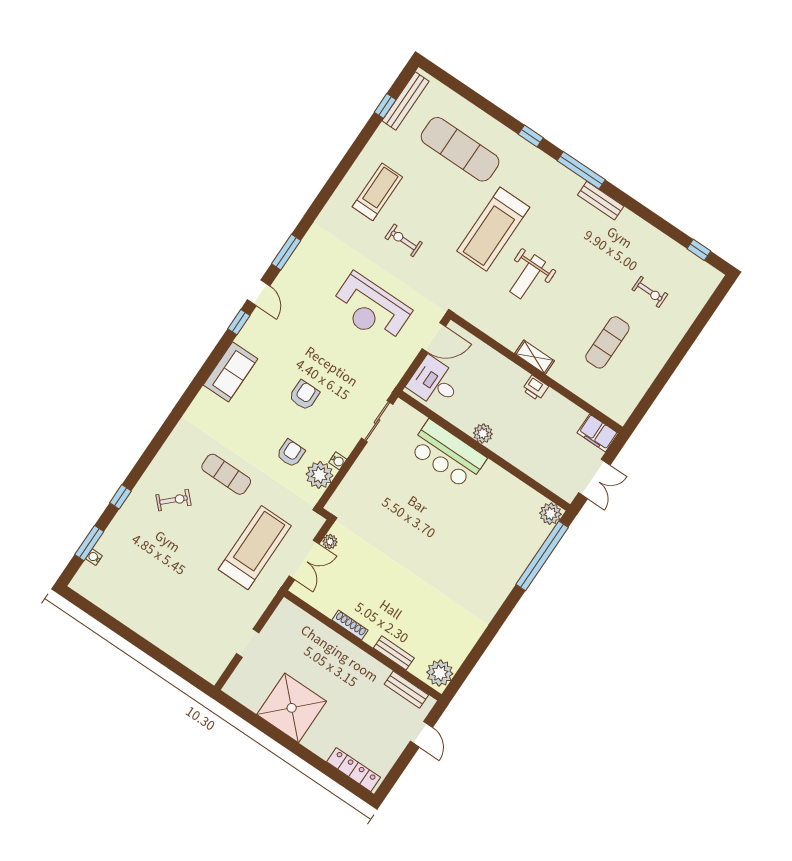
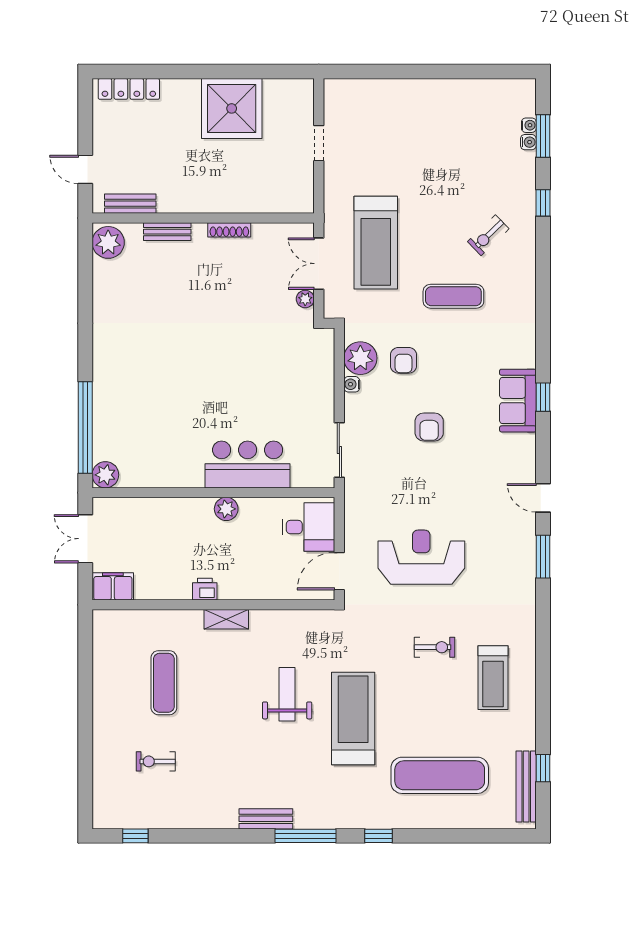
window: (239, 322) -> (543, 397), moved
water cooler: (102, 546) -> (528, 142), added

